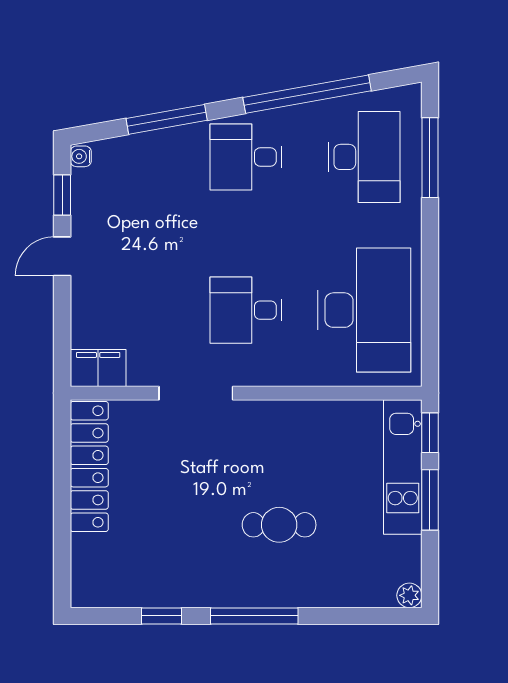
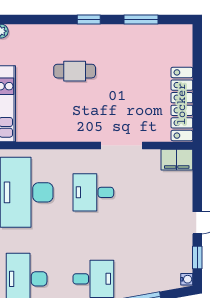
desk: (246, 310) -> (93, 192), turned 180
window: (161, 616) -> (141, 20), width x1.50
window: (254, 616) -> (89, 20), width x0.46

